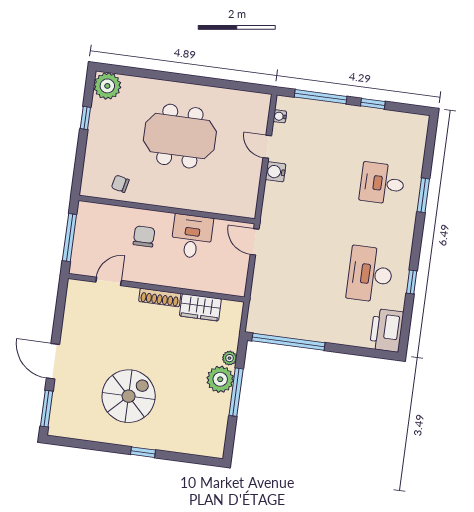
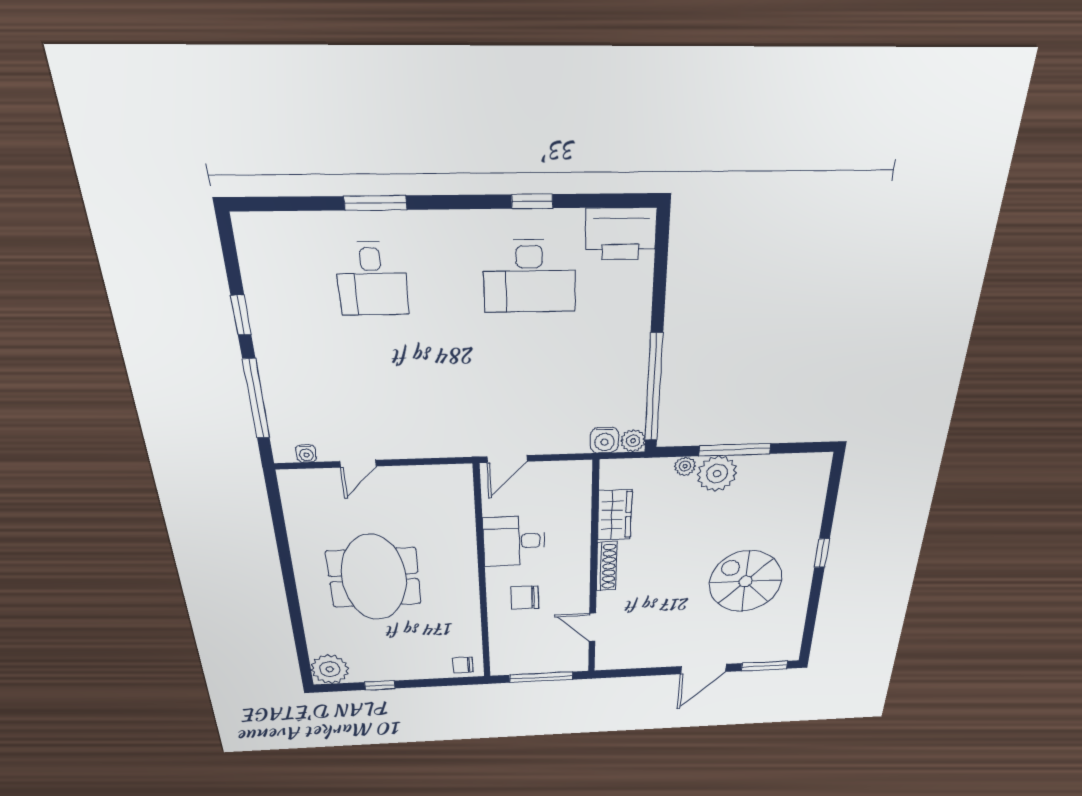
water cooler: (276, 172) -> (604, 440), moved
chair: (120, 184) -> (463, 665), moved, turned 77
plant: (254, 325) -> (633, 441), added

